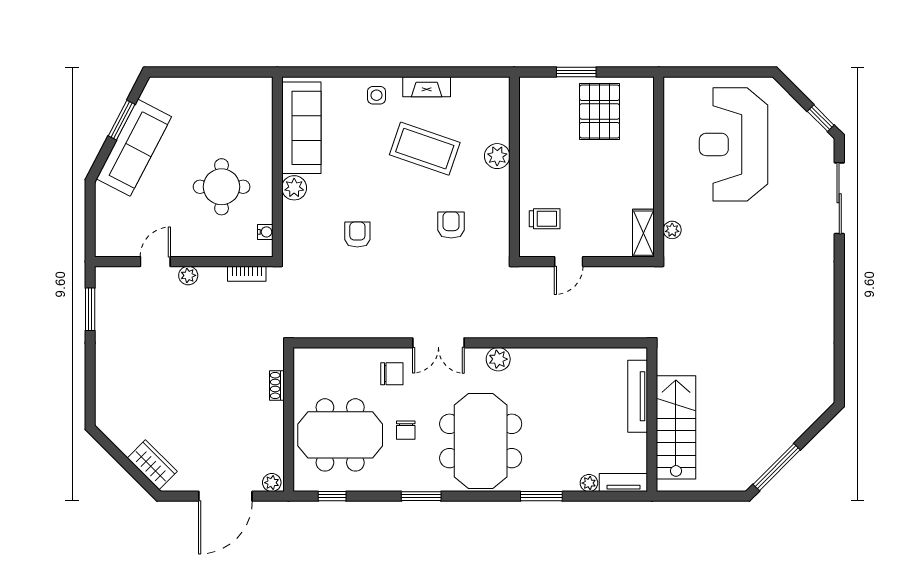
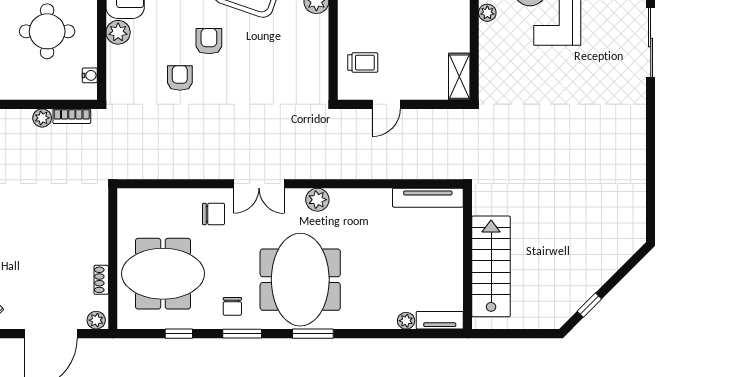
armchair: (451, 225) -> (209, 41), moved
plant: (672, 230) -> (487, 13), moved
plant: (188, 275) -> (42, 118), moved
shoe rack: (277, 386) -> (101, 280), moved
tv unit: (638, 396) -> (428, 198), moved, turned -90
chair: (406, 430) -> (232, 306), moved
window: (777, 467) -> (589, 305), width x0.46
window: (332, 496) -> (179, 334), moved
window: (541, 496) -> (313, 334), moved

